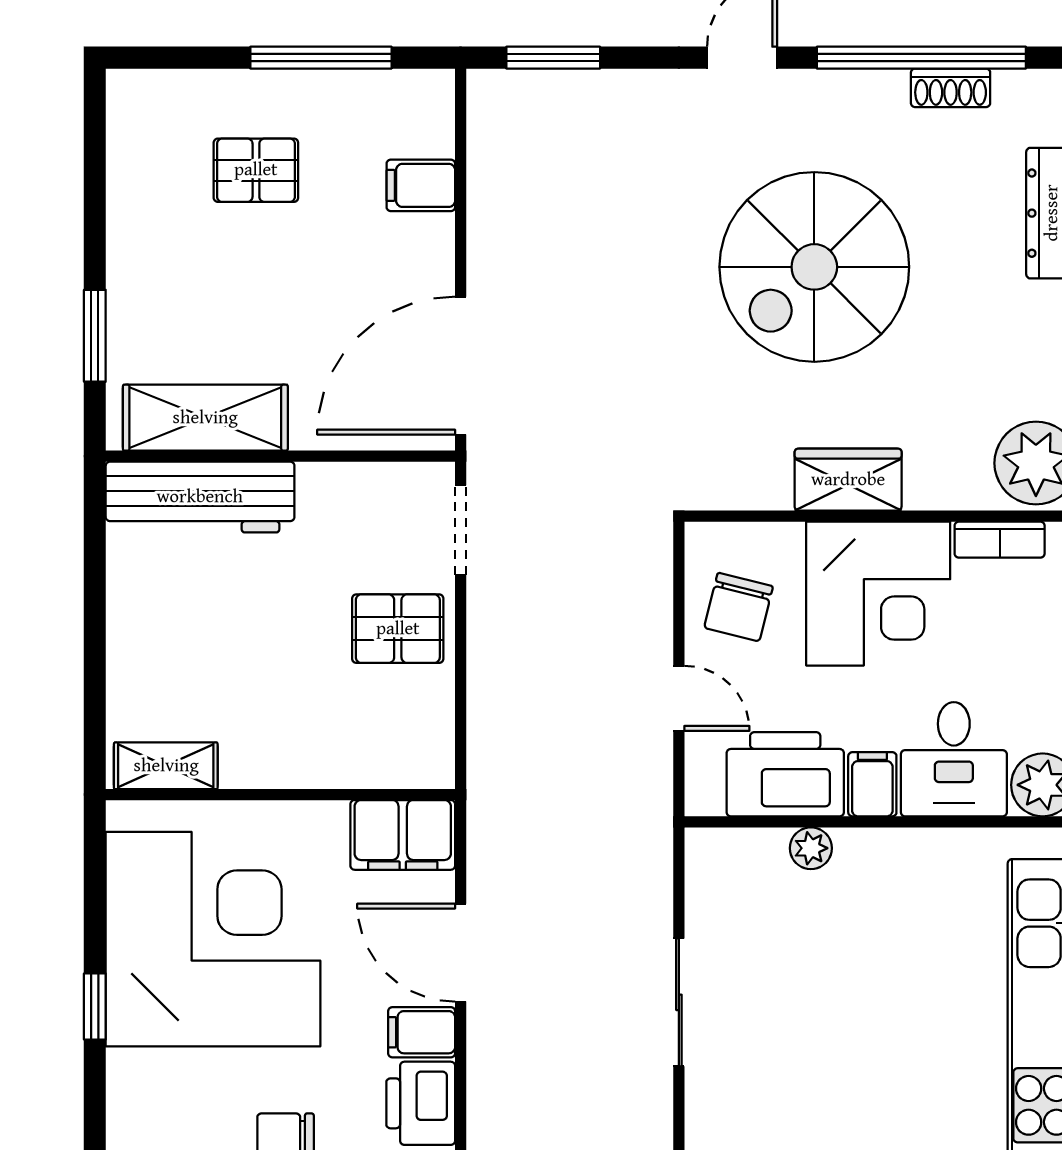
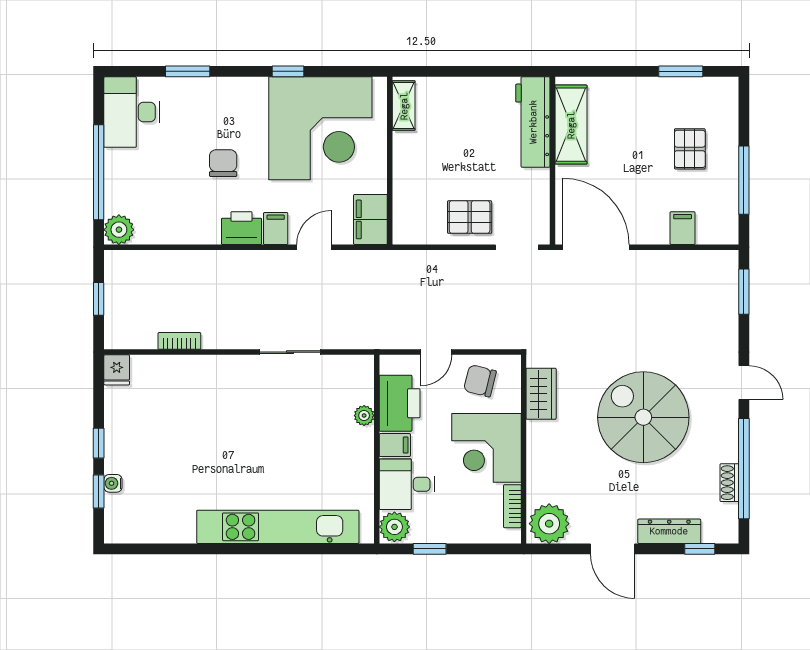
window: (95, 336) -> (681, 71), moved
wardrobe: (848, 480) -> (541, 394), moved
pallet: (398, 629) -> (470, 217), turned 90
door: (461, 953) -> (314, 247), width x0.73

